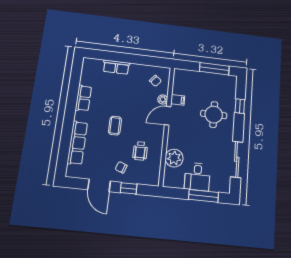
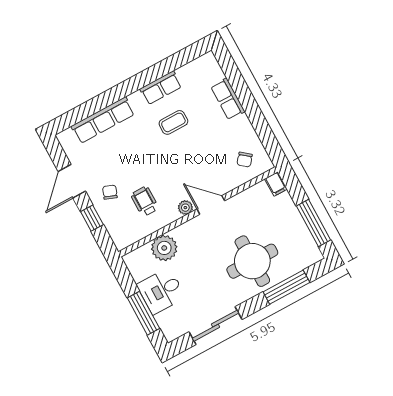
plant: (163, 99) -> (185, 208), moved
filing cabinet: (178, 100) -> (276, 184), moved
window: (240, 106) -> (286, 287), width x2.17
round table: (214, 115) -> (252, 261), width x1.36, depth x1.36
coffee table: (115, 126) -> (173, 122), moved
wheelchair: (140, 151) -> (145, 201), turned 90

